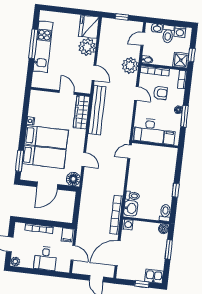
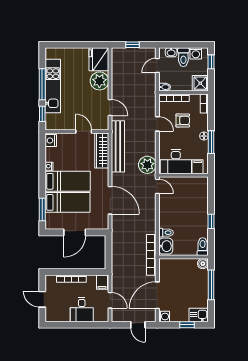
window: (192, 55) -> (211, 62), moved
plant: (130, 65) -> (147, 165), moved
window: (30, 71) -> (42, 114), added
nightstand: (35, 97) -> (51, 140), added
door: (130, 152) -> (157, 186), swing flipped
door: (84, 159) -> (110, 200), width x1.87
floor lamp: (73, 179) -> (101, 222), removed
washing machine: (127, 225) -> (164, 316), moved
window: (169, 249) -> (211, 285), width x1.44
plant: (15, 262) -> (50, 317), removed

